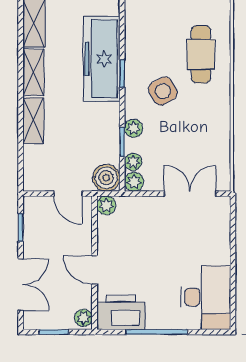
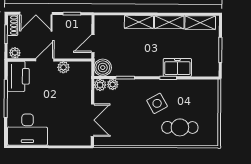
freezer: (102, 59) -> (177, 67), width x0.52, depth x0.79
plant: (133, 128) -> (134, 85), removed
plant: (106, 205) -> (63, 67), moved
shoe rack: (40, 322) -> (13, 25), added

